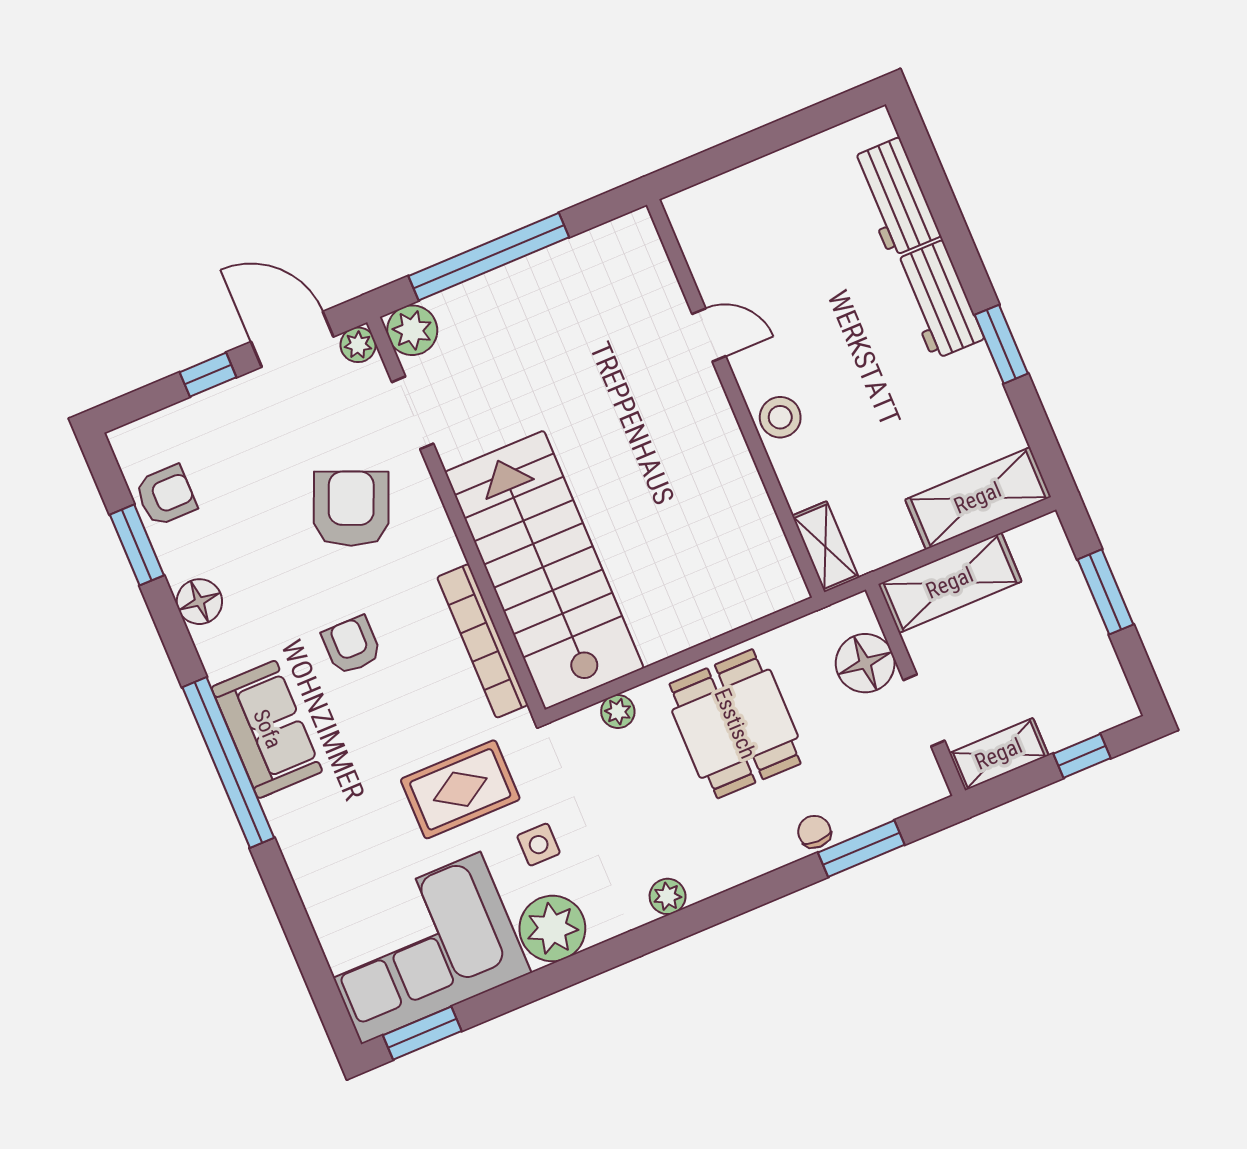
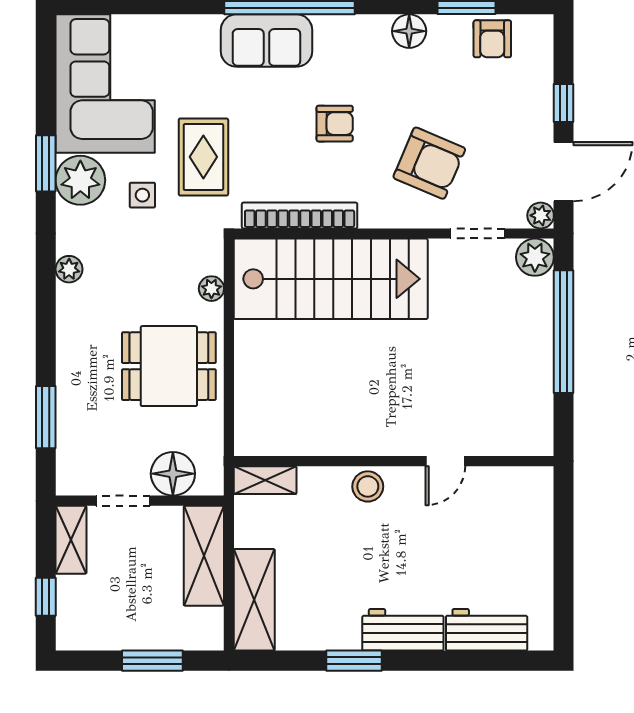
sofa: (267, 729) -> (266, 41), moved
chair: (814, 832) -> (71, 390), removed
window: (422, 1033) -> (46, 163), moved

